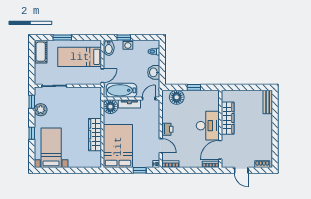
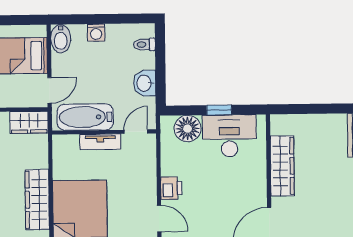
window: (124, 37) -> (88, 19), removed
wardrobe: (91, 93) -> (29, 122), added
floor lamp: (110, 107) -> (65, 148), removed
desk: (208, 126) -> (229, 136), moved, turned -90

